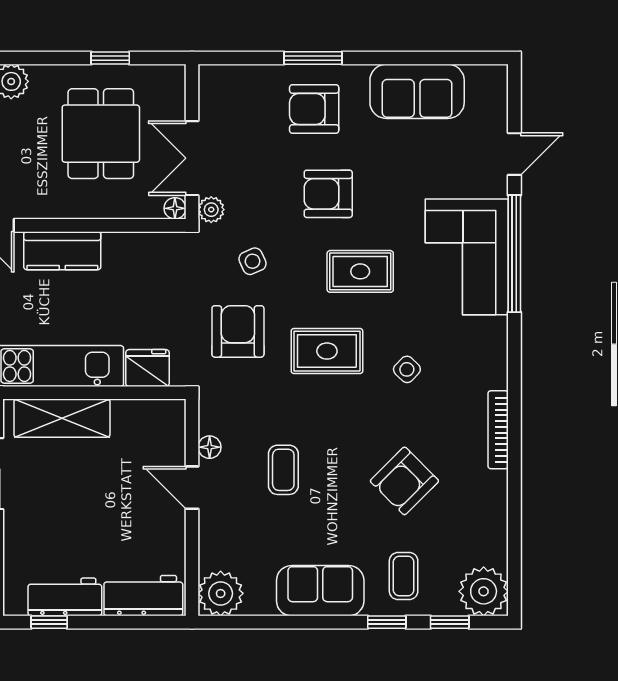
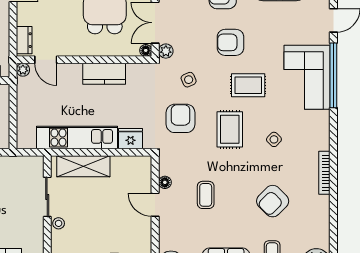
kitchen counter: (62, 251) -> (104, 74), moved
rug: (327, 351) -> (230, 129), turned 90
stool: (17, 521) -> (59, 223), added

